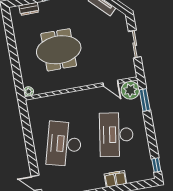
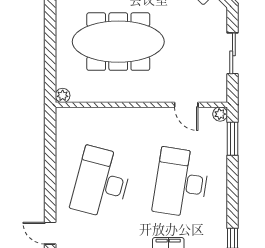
meeting table: (59, 50) -> (118, 42), width x1.36
plant: (130, 90) -> (220, 114), width x0.53, depth x0.53

